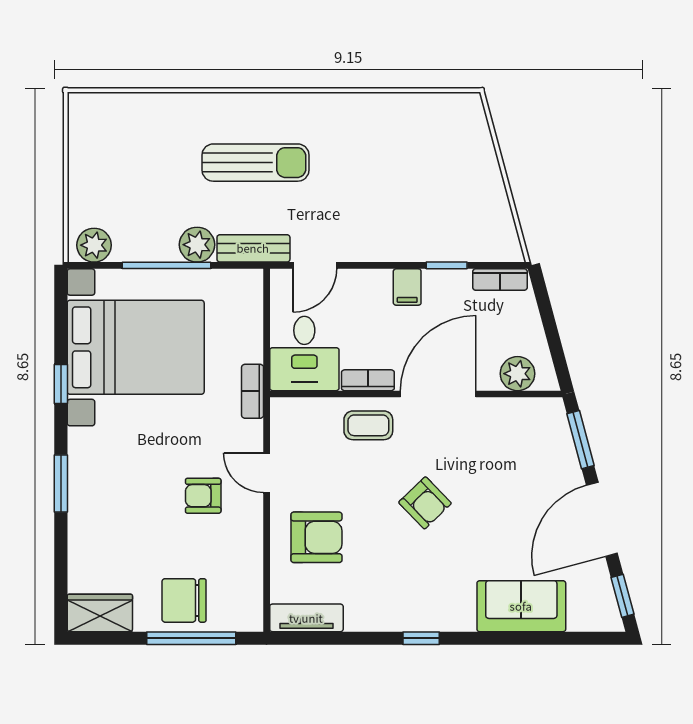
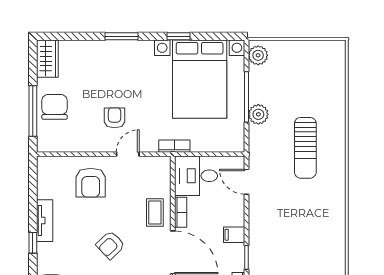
bench: (253, 248) -> (256, 147), removed
tv unit: (306, 618) -> (45, 221), moved

